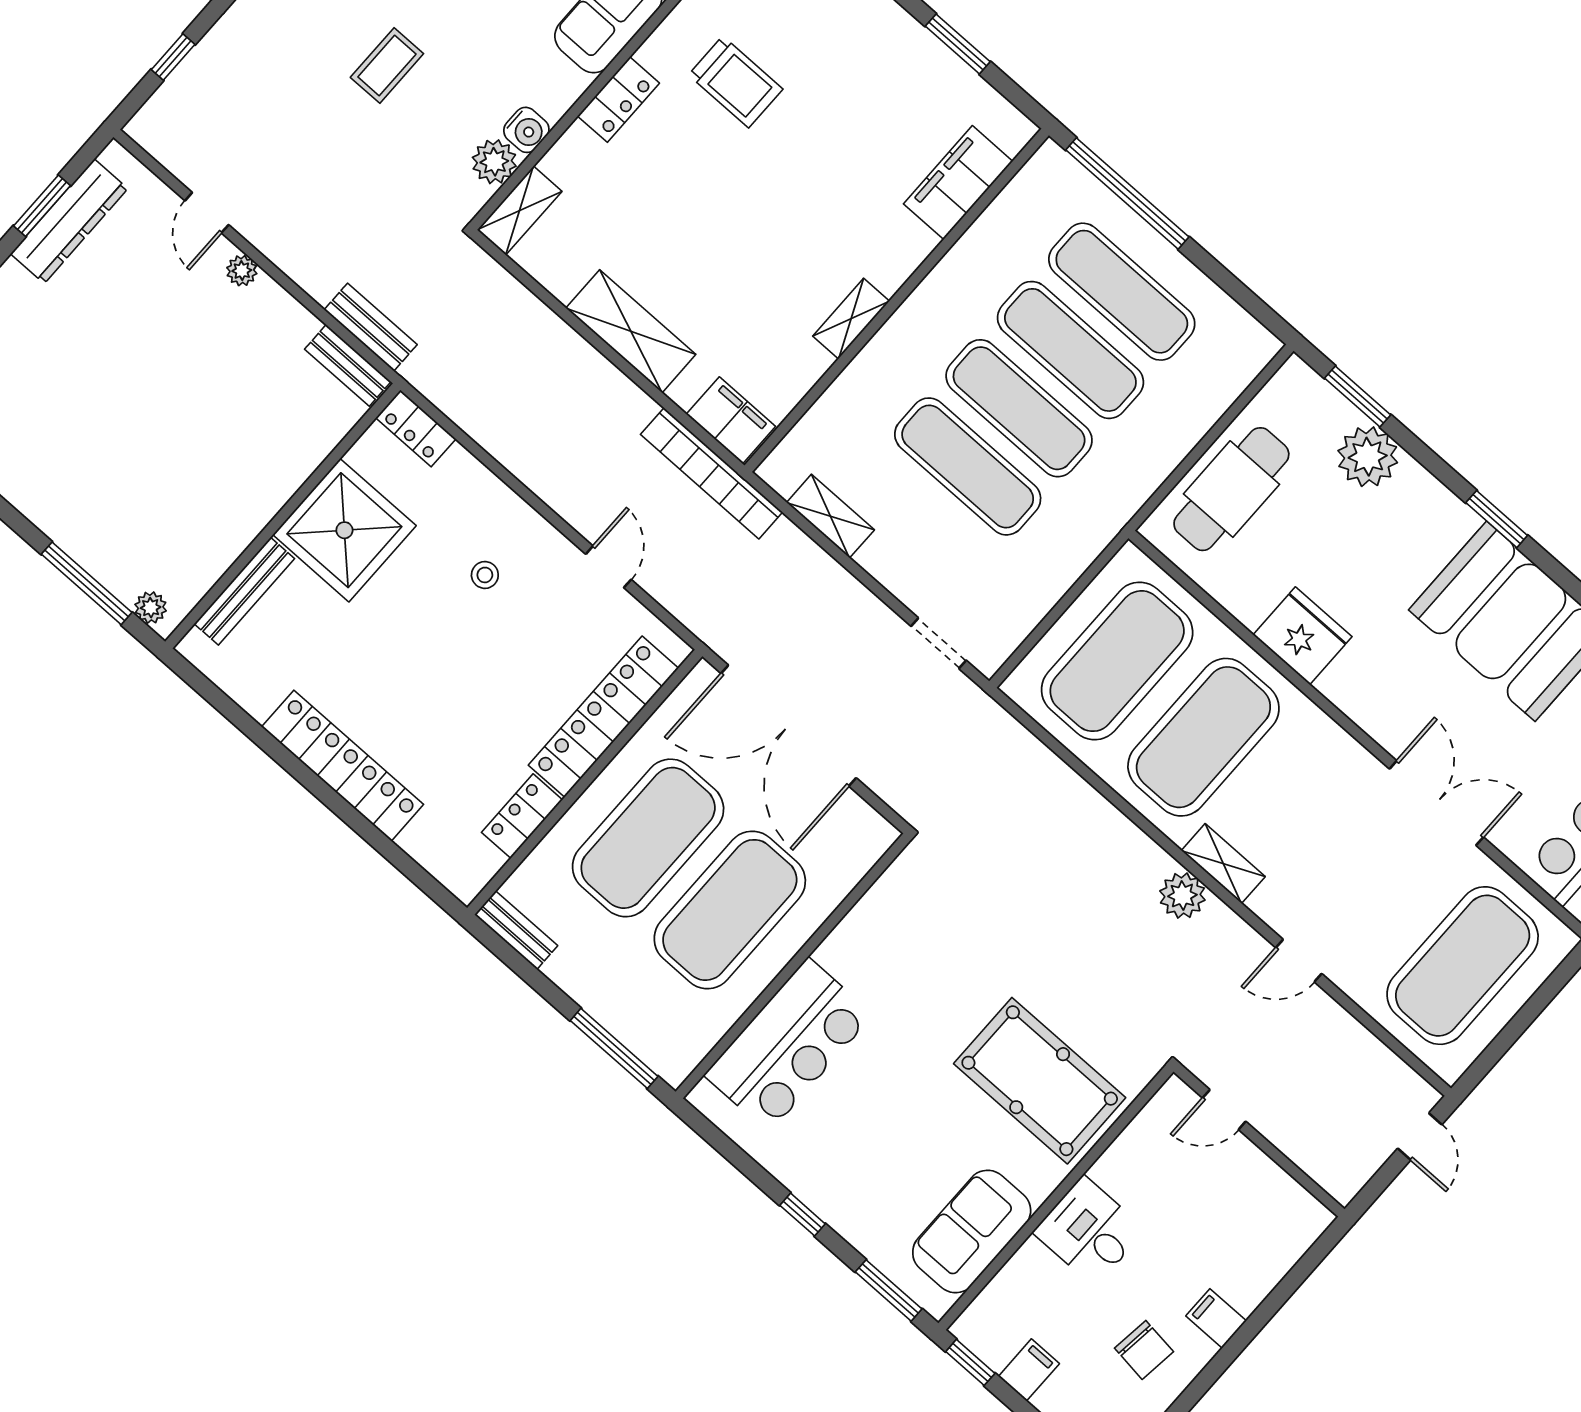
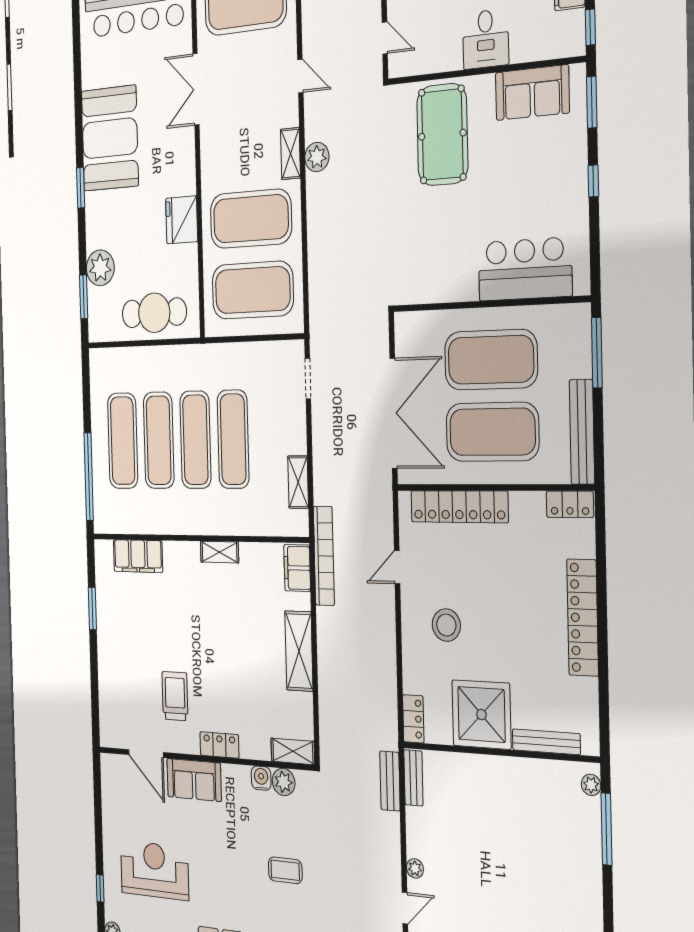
stool: (485, 575) -> (446, 625), width x1.89, depth x1.89
locker: (522, 816) -> (570, 504), moved
bench: (516, 930) -> (582, 432), width x1.86, depth x1.21

